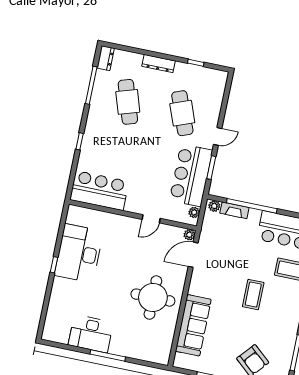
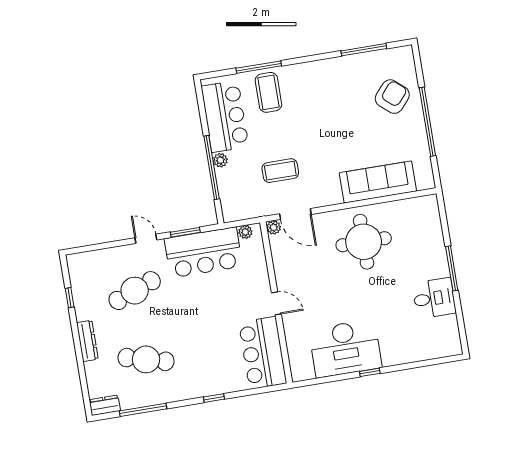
cafe table: (128, 102) -> (146, 359), turned 33
plant: (214, 206) -> (220, 160), moved
fireplace: (234, 210) -> (225, 186), removed
door: (151, 219) -> (276, 303), moved
coffee table: (253, 295) -> (280, 171), moved
desk: (91, 334) -> (434, 298), width x0.73

